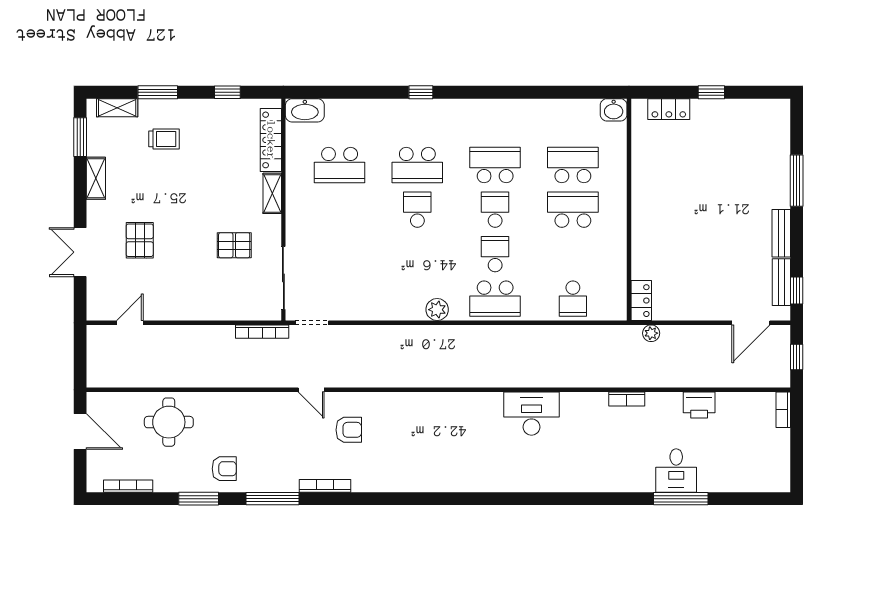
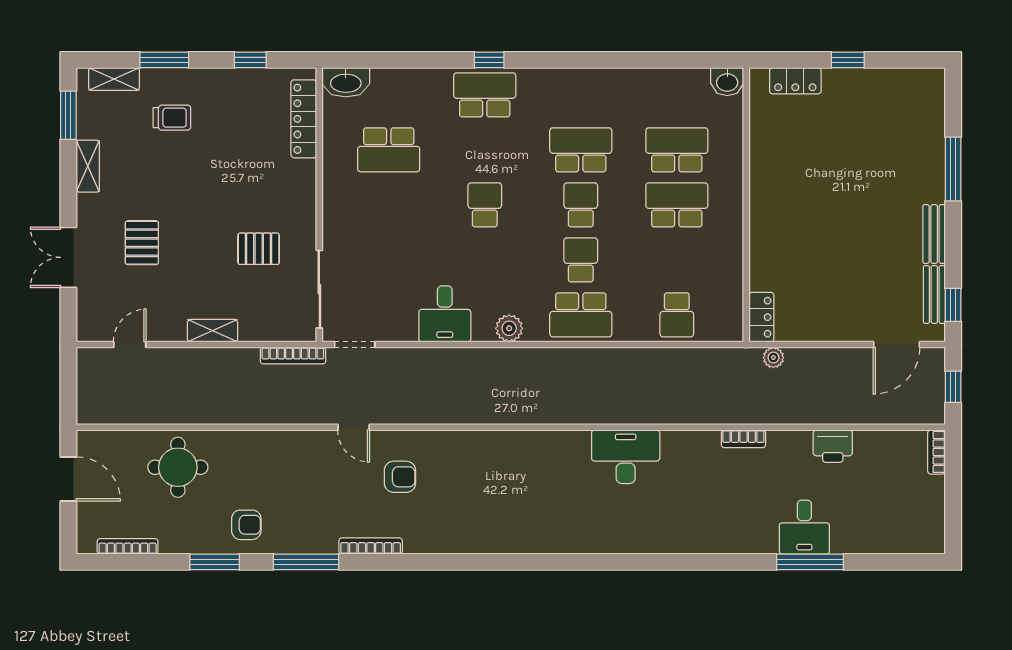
school desk: (417, 165) -> (485, 95), moved, turned 180
shelving: (272, 193) -> (212, 331), moved, turned 90
desk: (385, 298) -> (445, 314), added

